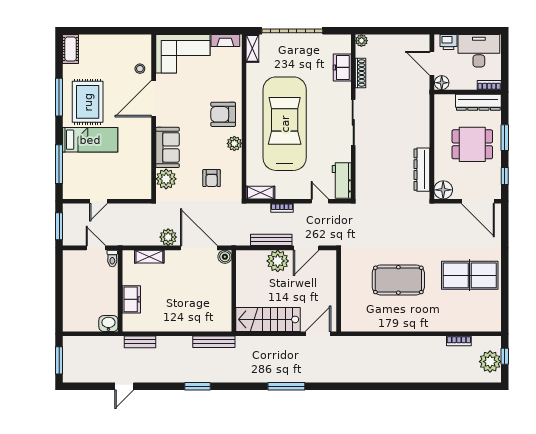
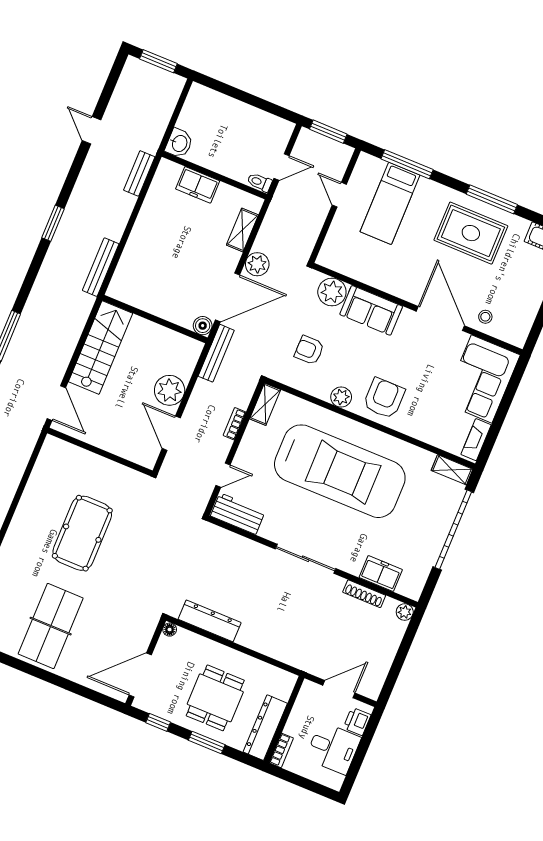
desk: (479, 51) -> (333, 748), width x0.73
floor lamp: (442, 83) -> (309, 692), removed
bed: (90, 140) -> (390, 203), moved
floor lamp: (443, 190) -> (170, 630), width x0.53, depth x0.53
bench: (271, 240) -> (216, 353), moved

